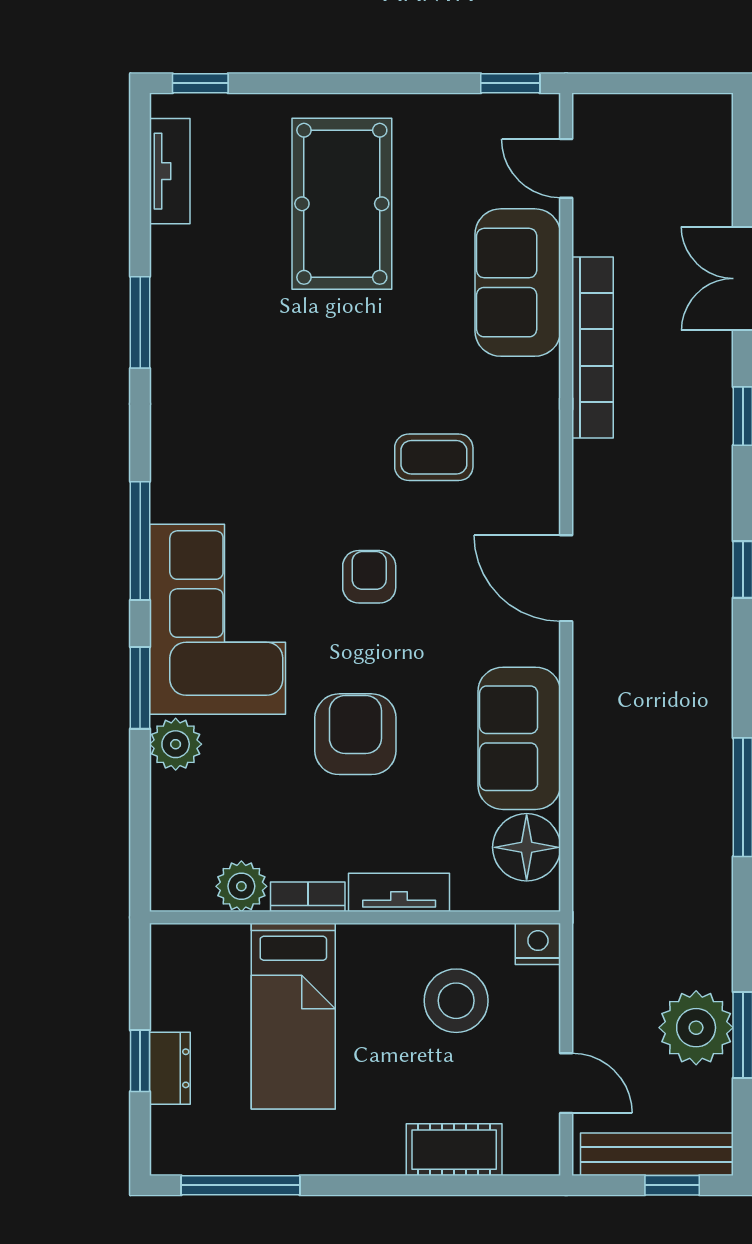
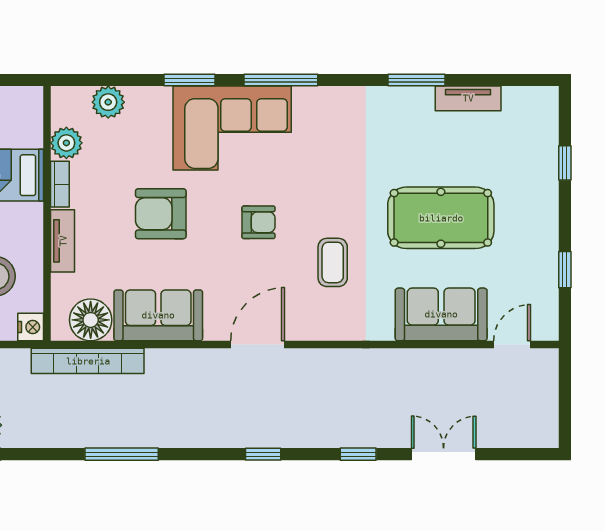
window: (200, 83) -> (565, 163), moved
window: (510, 83) -> (565, 270), moved
tv unit: (170, 171) -> (468, 98), moved
pool table: (342, 204) -> (441, 218), moved
bookcase: (593, 348) -> (88, 361), moved
armchair: (355, 734) -> (161, 214), turned 180
plant: (176, 744) -> (108, 102), moved

